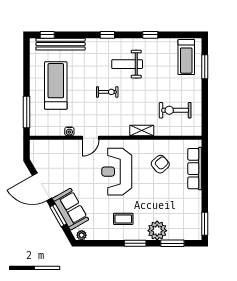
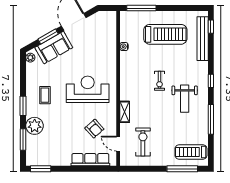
window: (150, 35) -> (211, 119), width x2.17
weight bench: (127, 64) -> (185, 99), turned 180
window: (205, 67) -> (182, 169), width x1.44
door: (91, 138) -> (118, 144), moved

